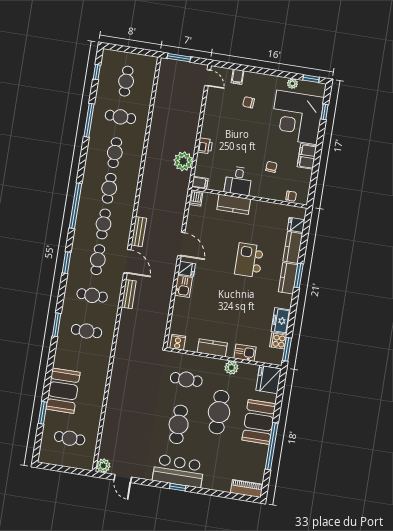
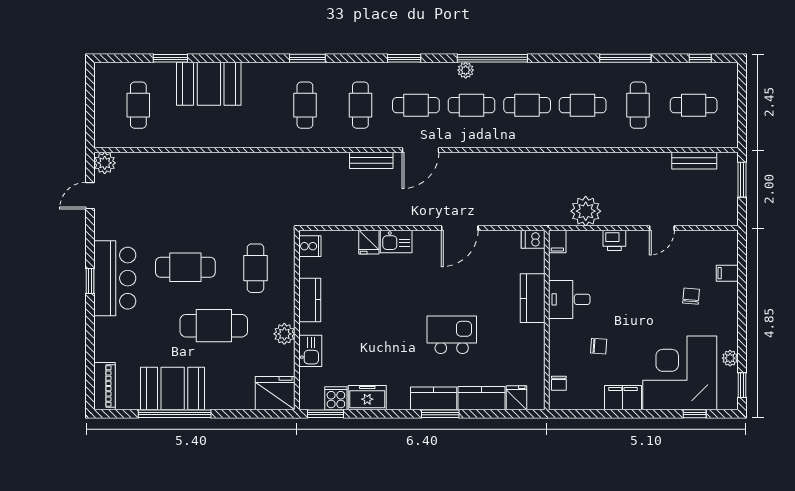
door: (208, 78) -> (662, 228), moved
plant: (80, 224) -> (466, 70), added
bench: (139, 232) -> (694, 161), moved
fridge: (187, 269) -> (369, 242), moved
booth: (259, 422) -> (173, 388), moved

